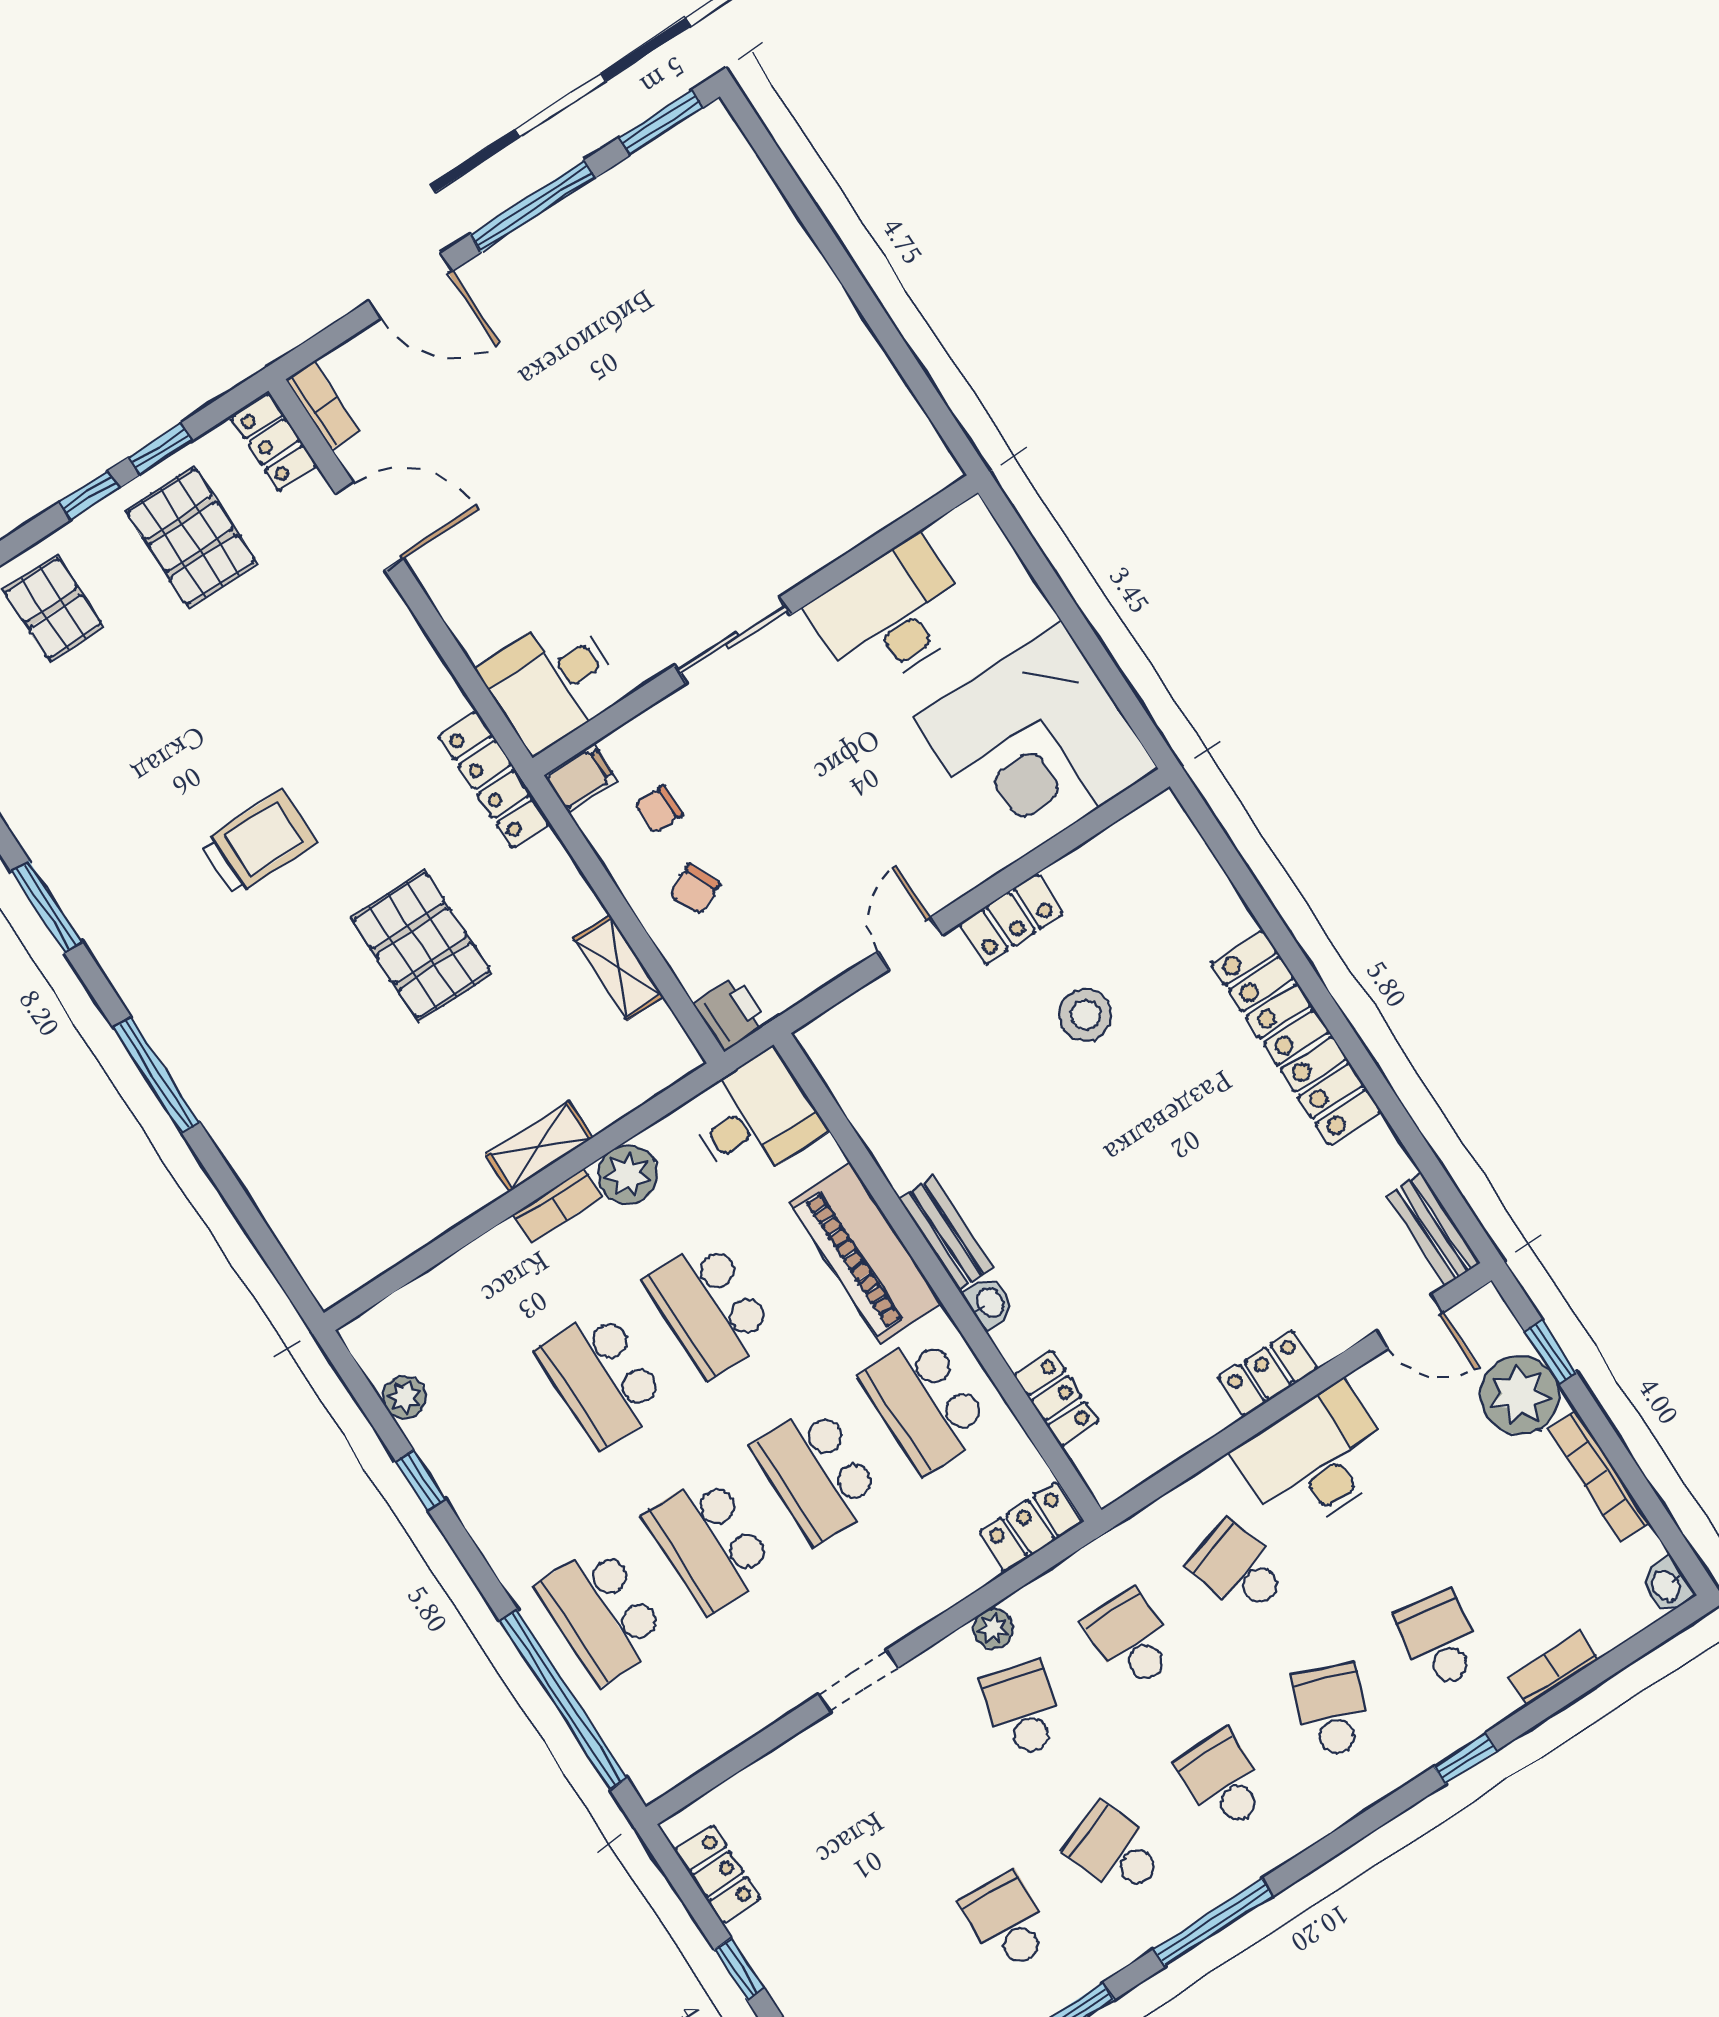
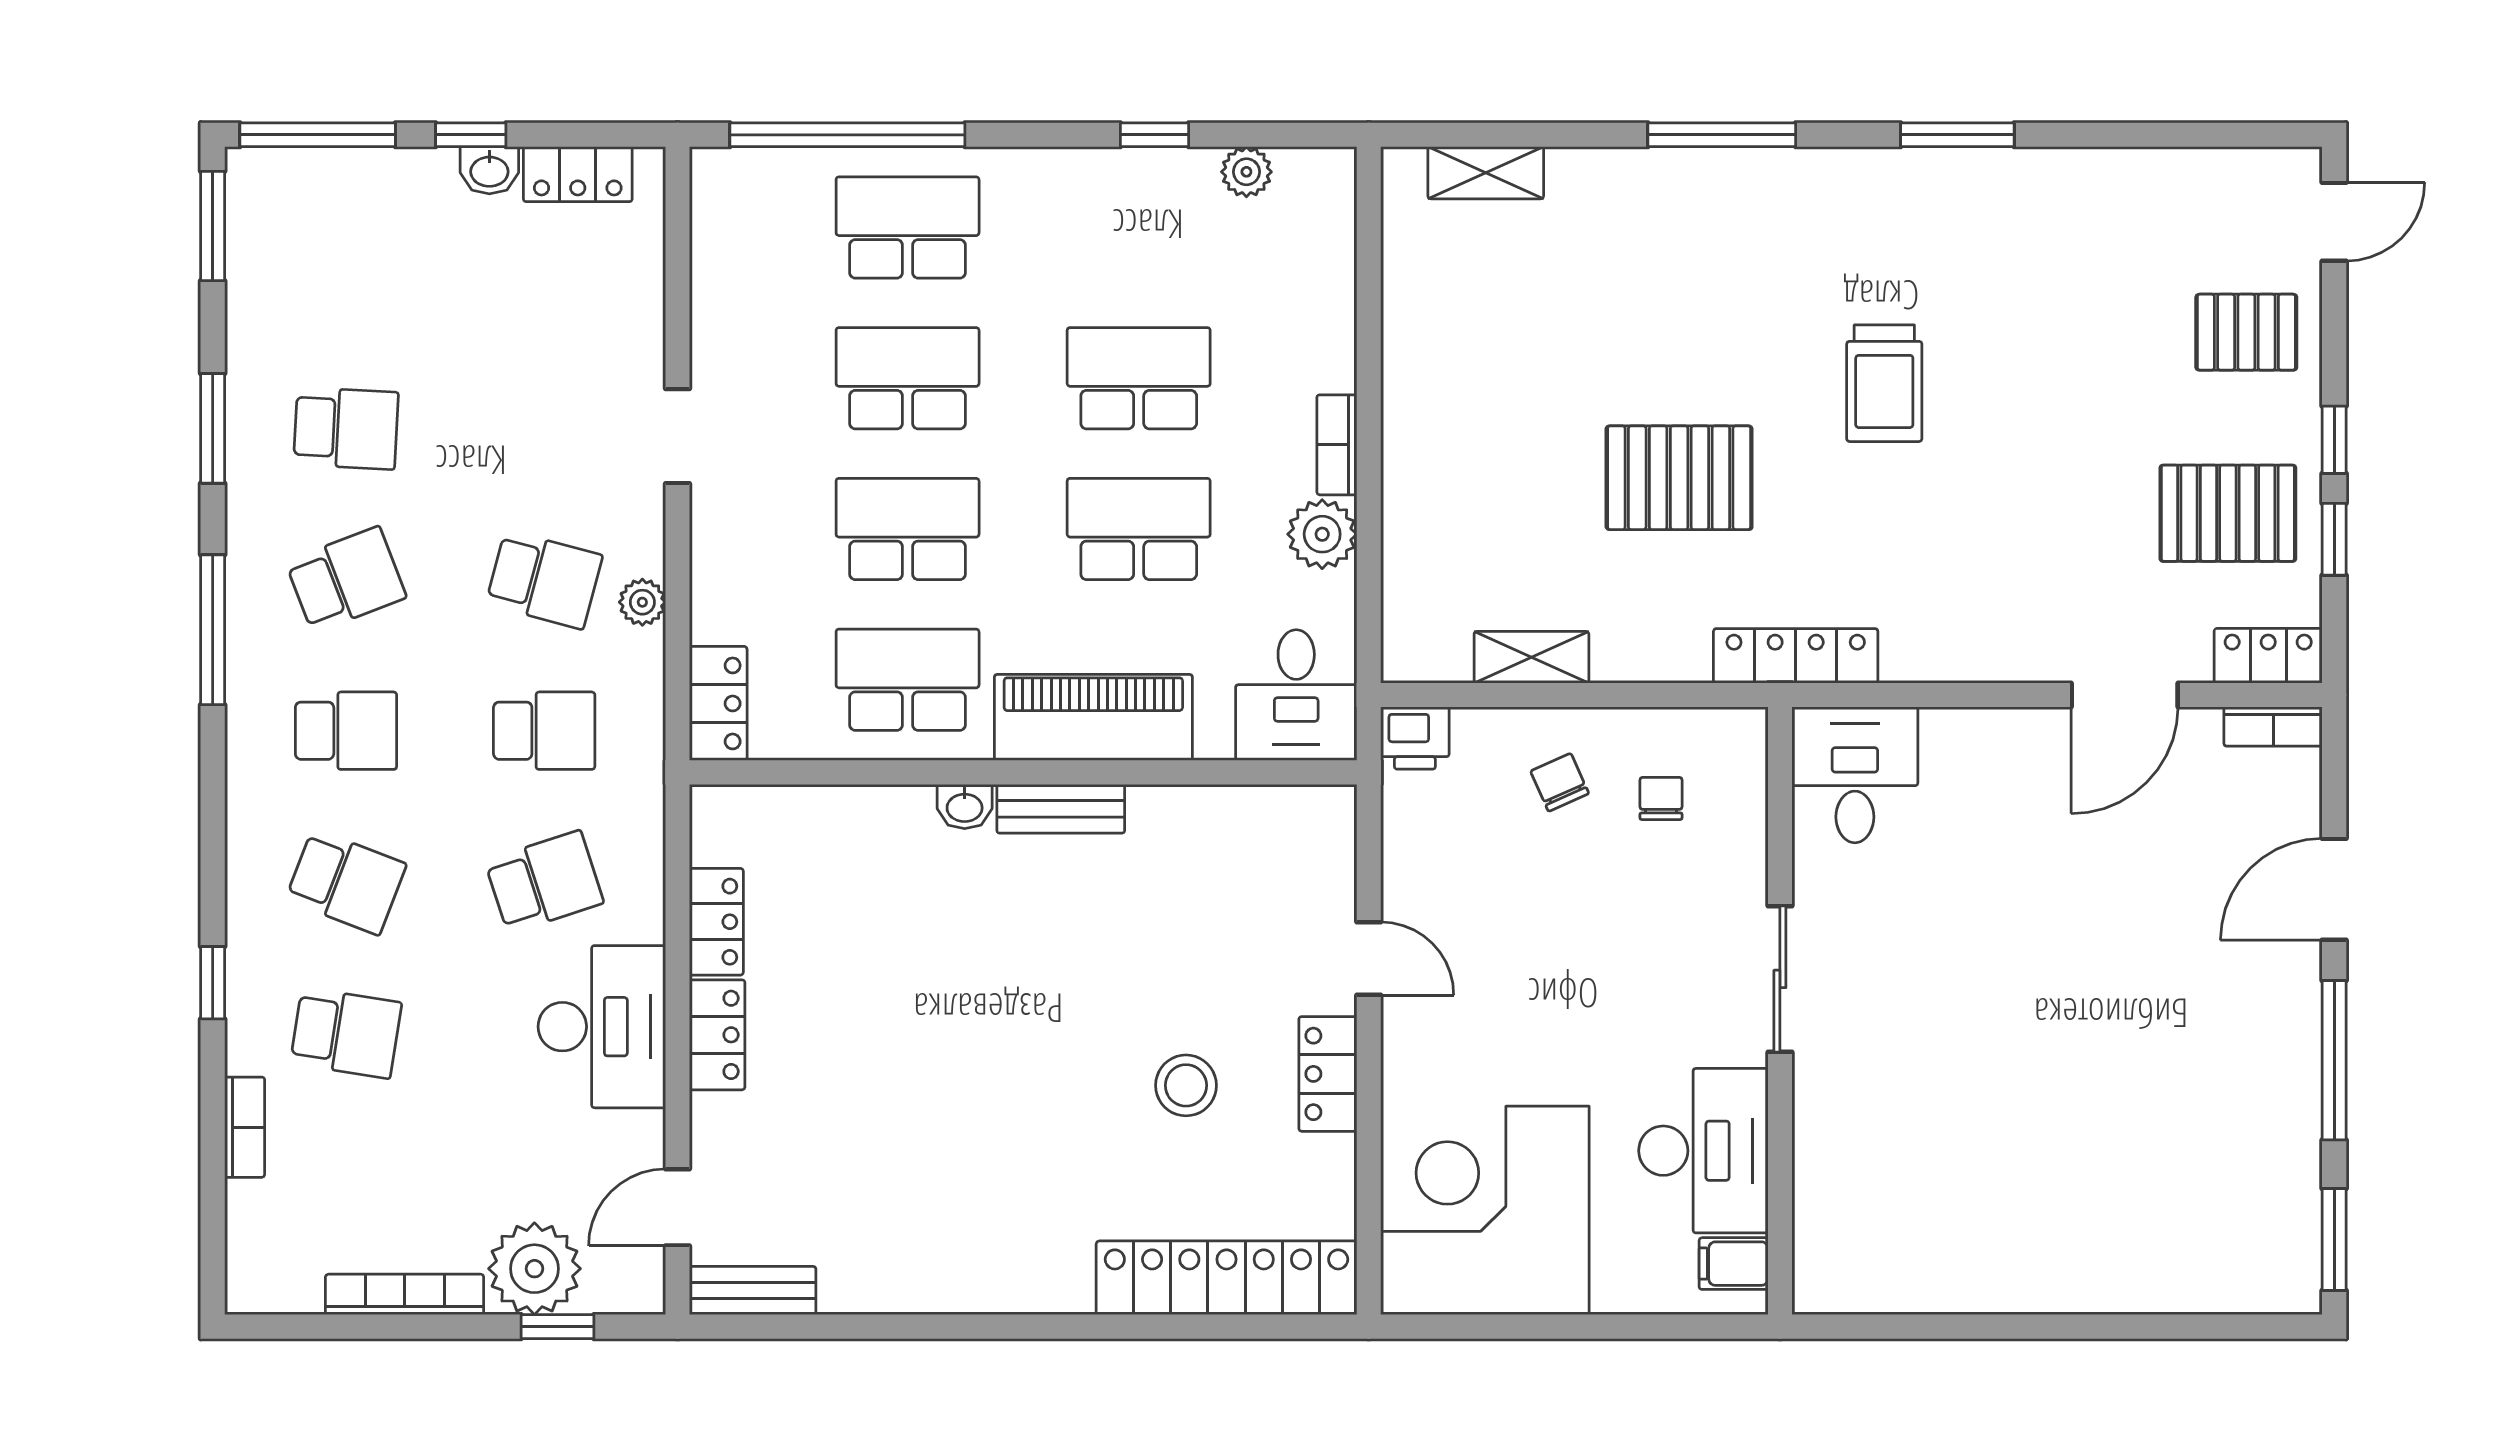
filing cabinet: (580, 778) -> (1734, 1264), moved, turned 90
locker: (1296, 1038) -> (1227, 1278), moved
shelving: (539, 1146) -> (1486, 173), moved, turned 90
locker: (1056, 1398) -> (716, 922), moved, turned -90
washbasin: (1667, 1585) -> (489, 170), moved, turned 180

